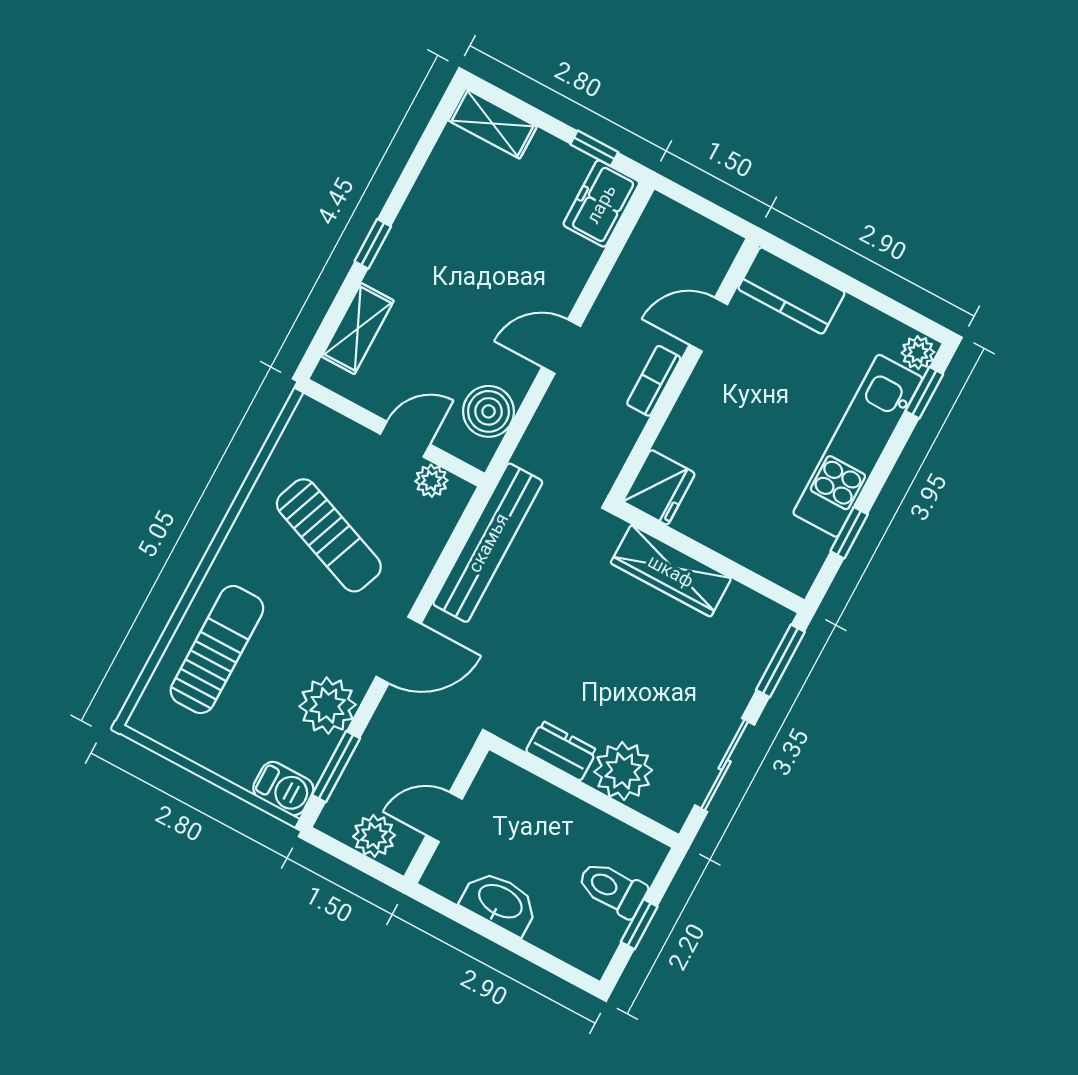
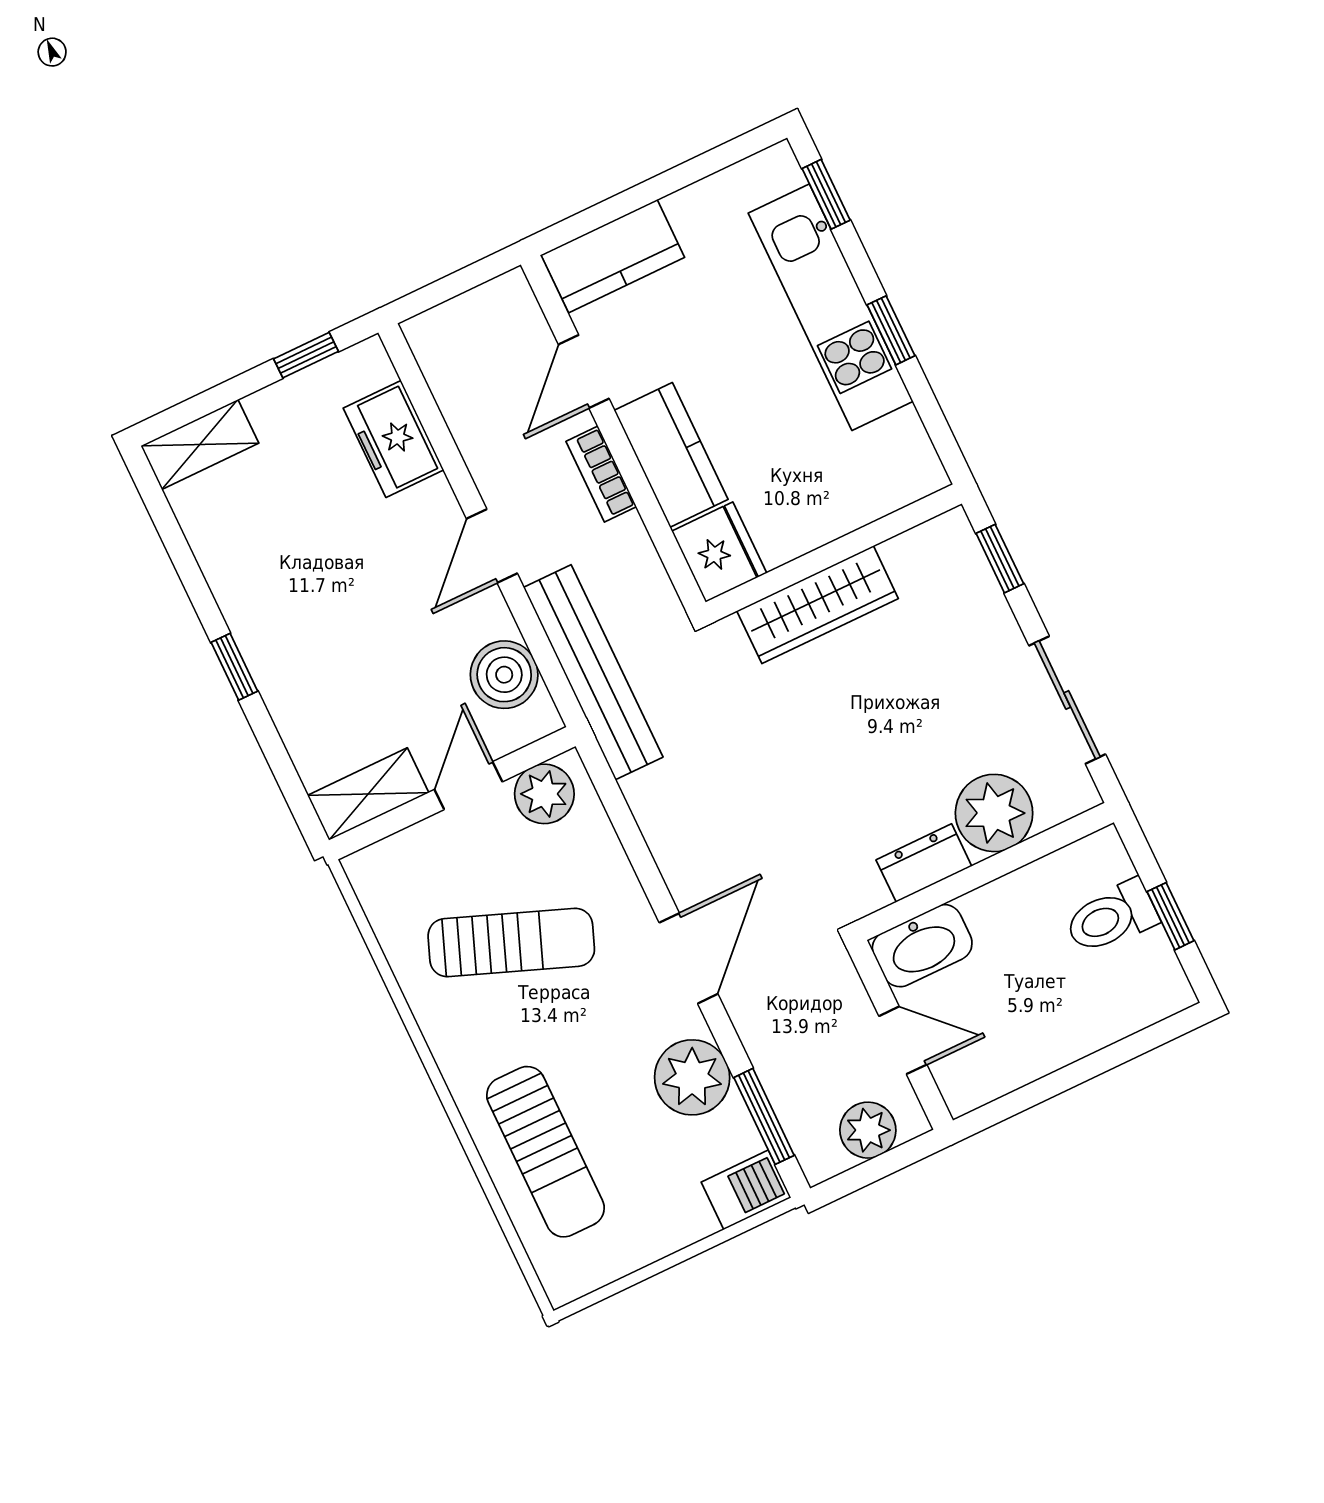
freezer: (601, 204) -> (394, 439), moved
shelving: (358, 329) -> (368, 794), moved, turned 90
plant: (918, 353) -> (778, 170), removed
kitchen counter: (697, 415) -> (671, 455), added
plant: (431, 481) -> (544, 794), width x1.38, depth x1.38
window: (849, 533) -> (891, 330), moved
bench: (488, 543) -> (593, 672), moved
sun lounger: (217, 650) -> (545, 1152), turned 180
window: (780, 661) -> (1000, 559), width x0.67
door: (444, 817) -> (903, 1040), swing flipped
washbasin: (500, 902) -> (922, 946), moved, turned 180

